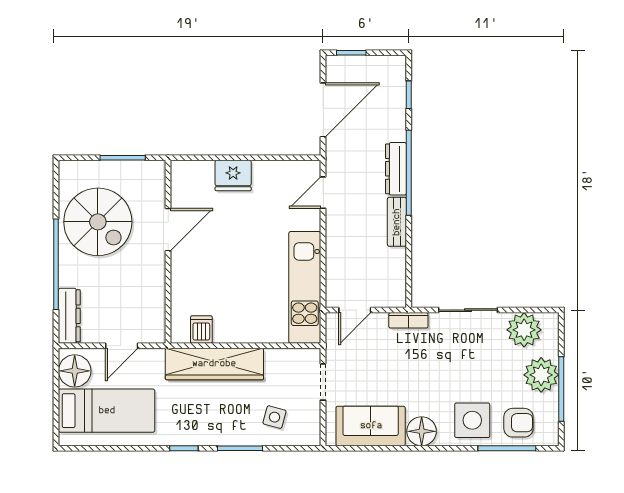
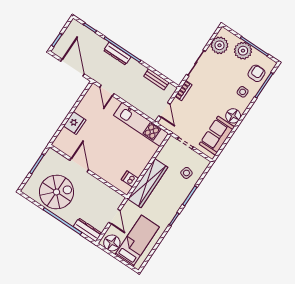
bench: (397, 222) -> (156, 79), moved
side table: (472, 420) -> (243, 92), width x0.54, depth x0.54

